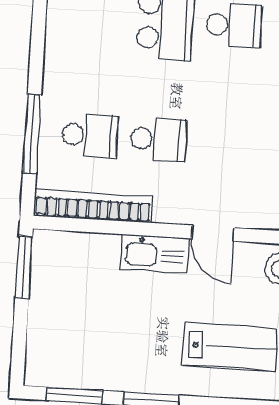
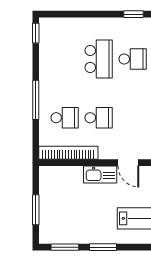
window: (32, 134) -> (36, 100), moved
window: (24, 267) -> (36, 210), moved

